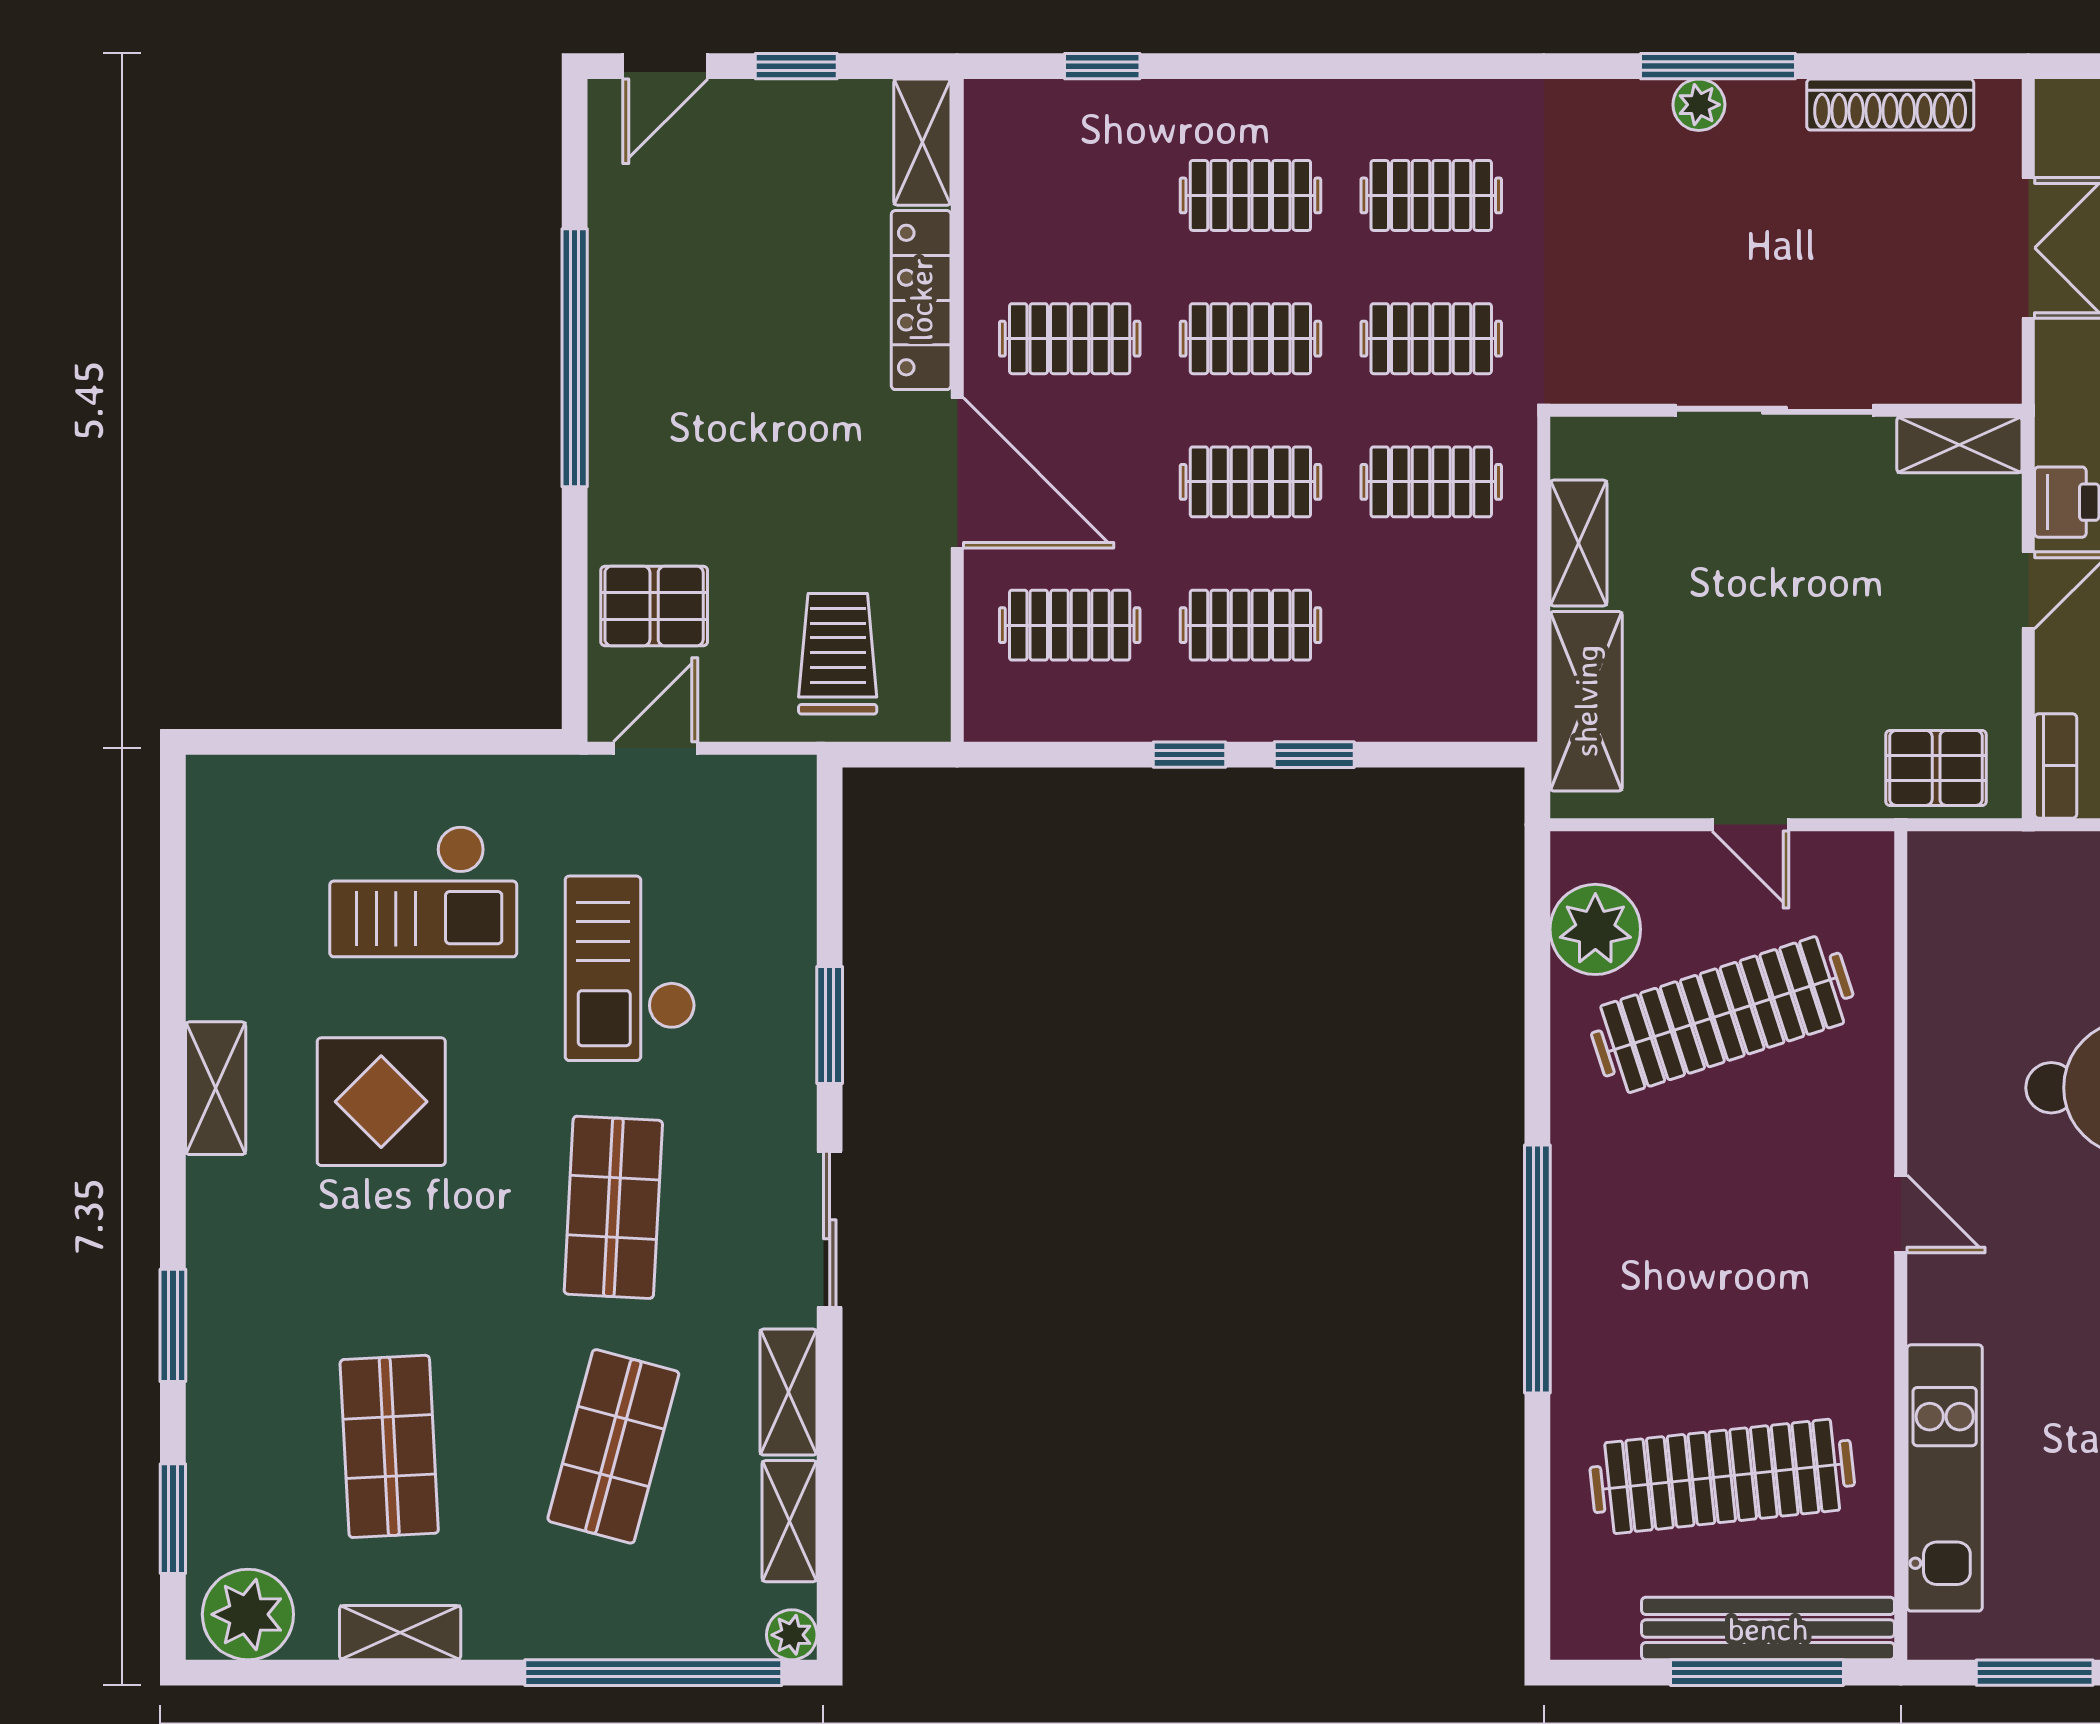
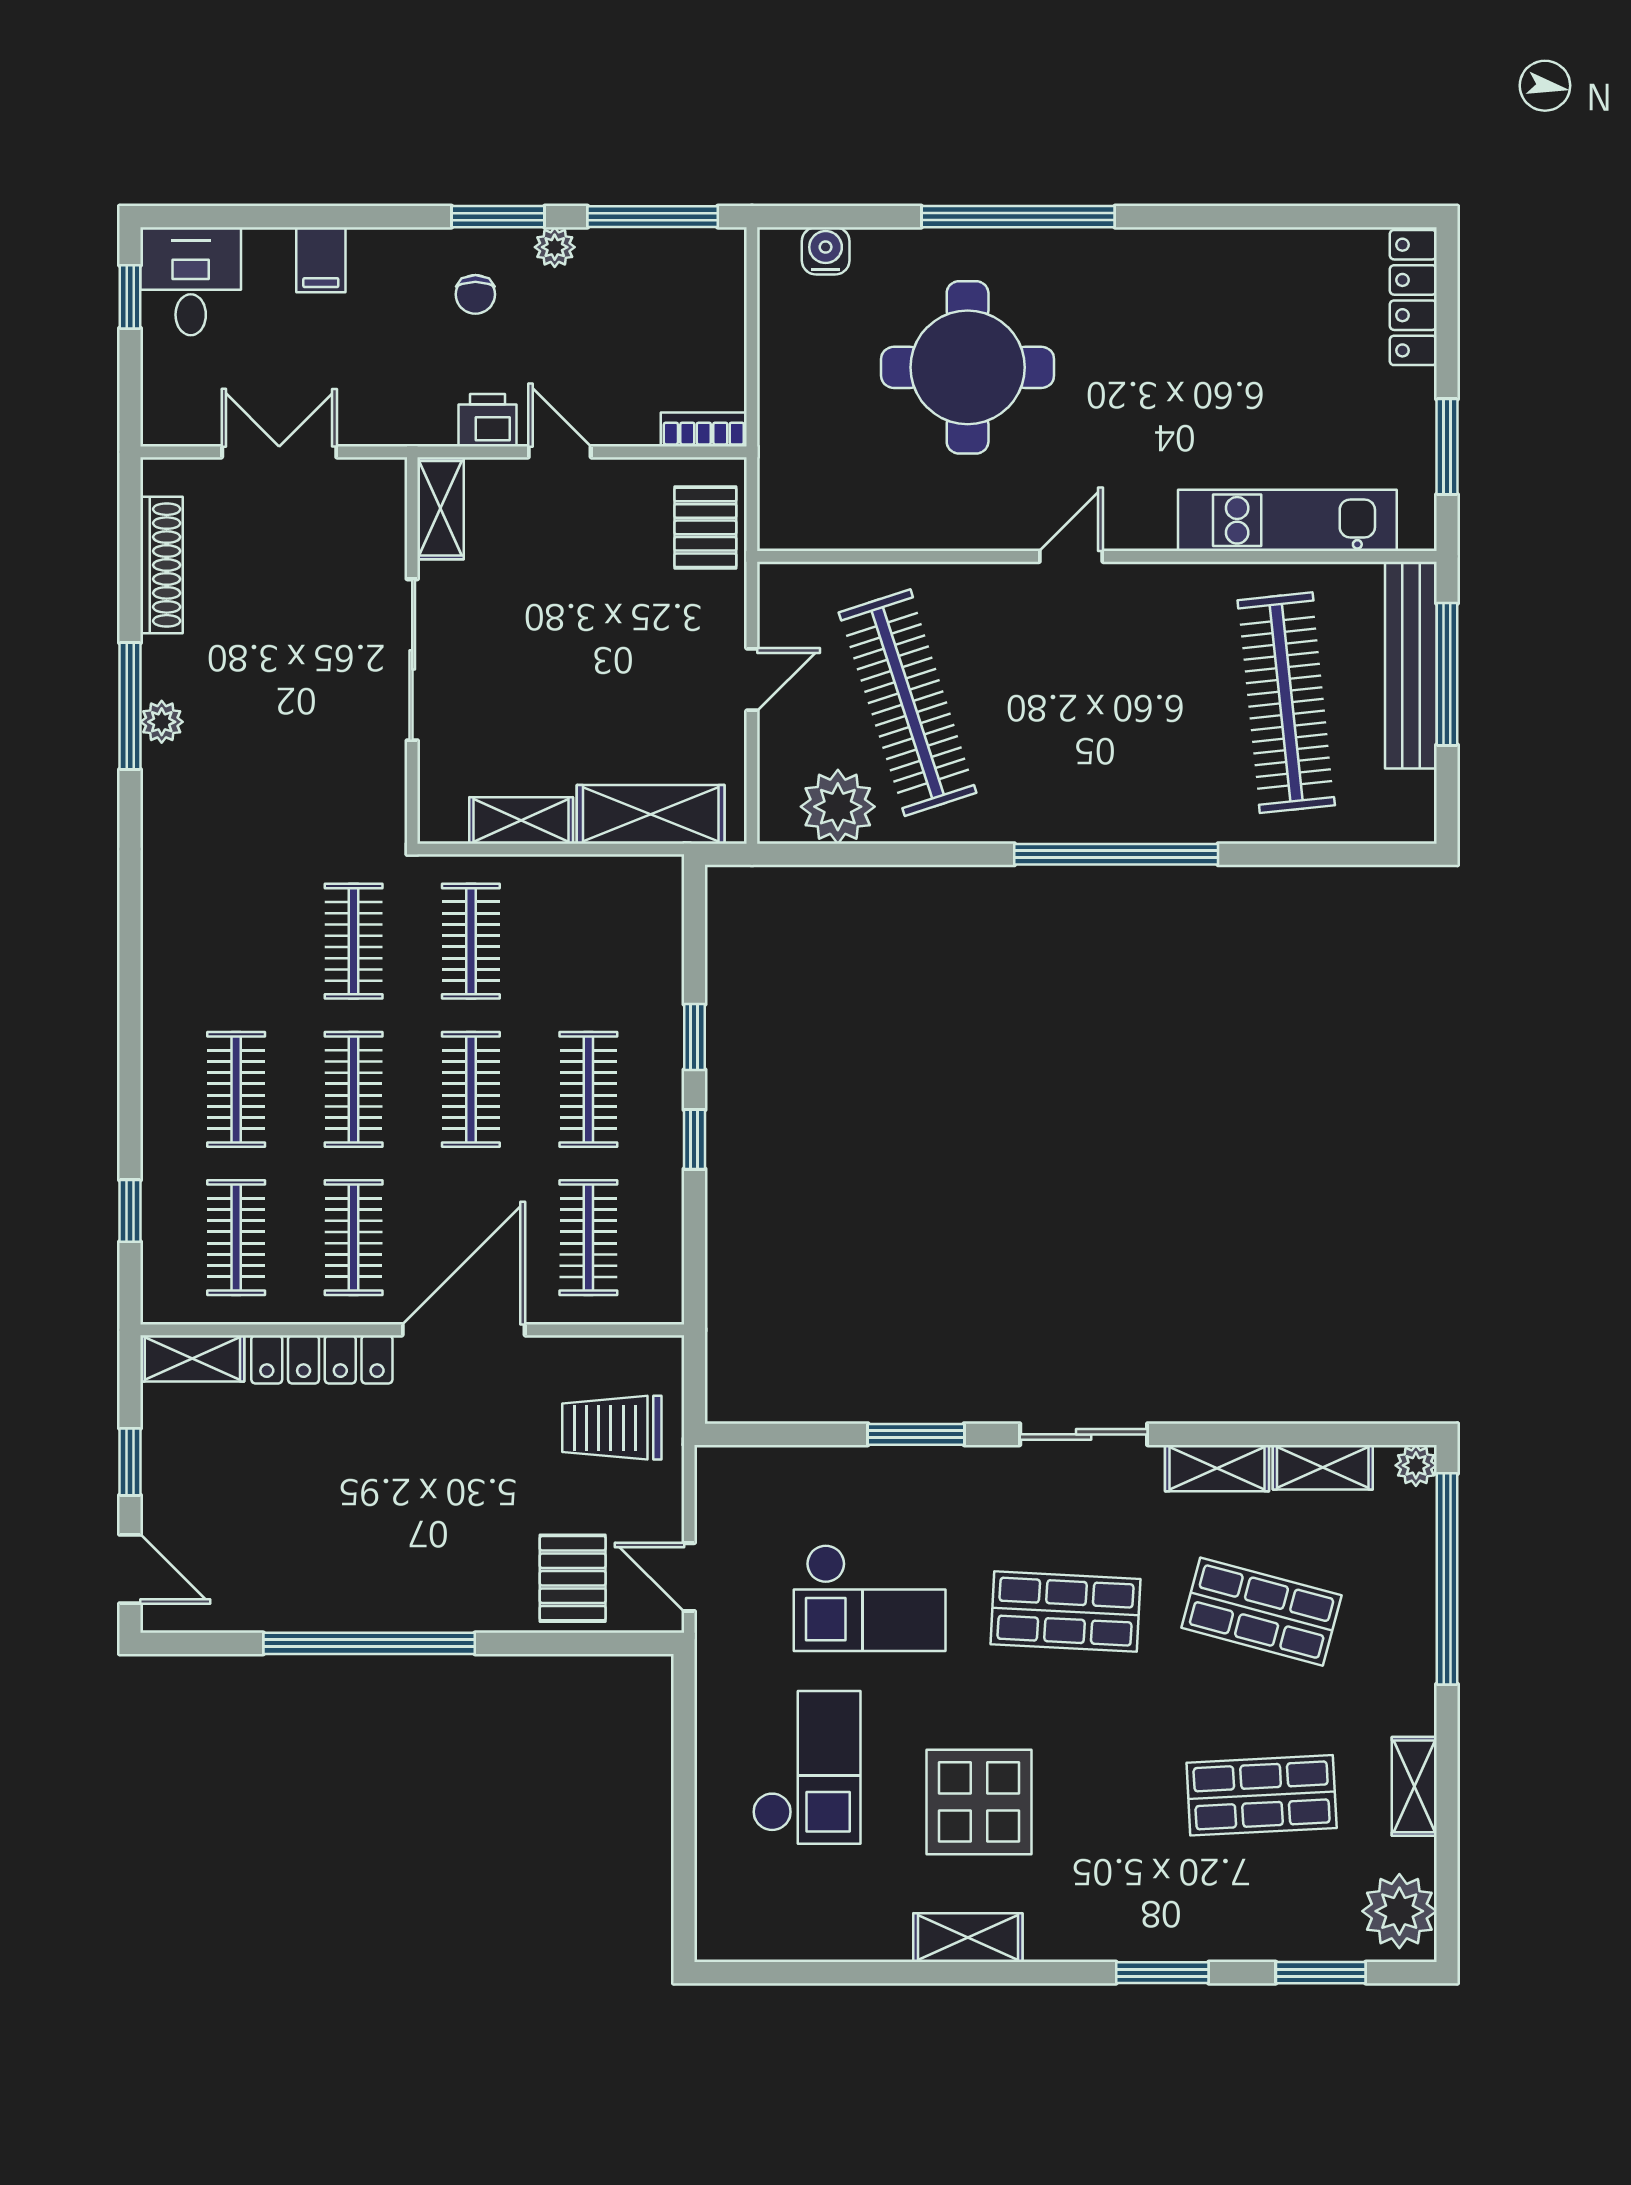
clothes rail: (1431, 195) -> (236, 1238), moved

